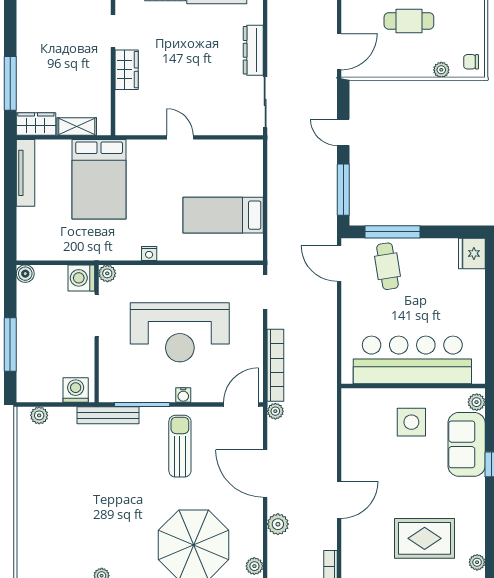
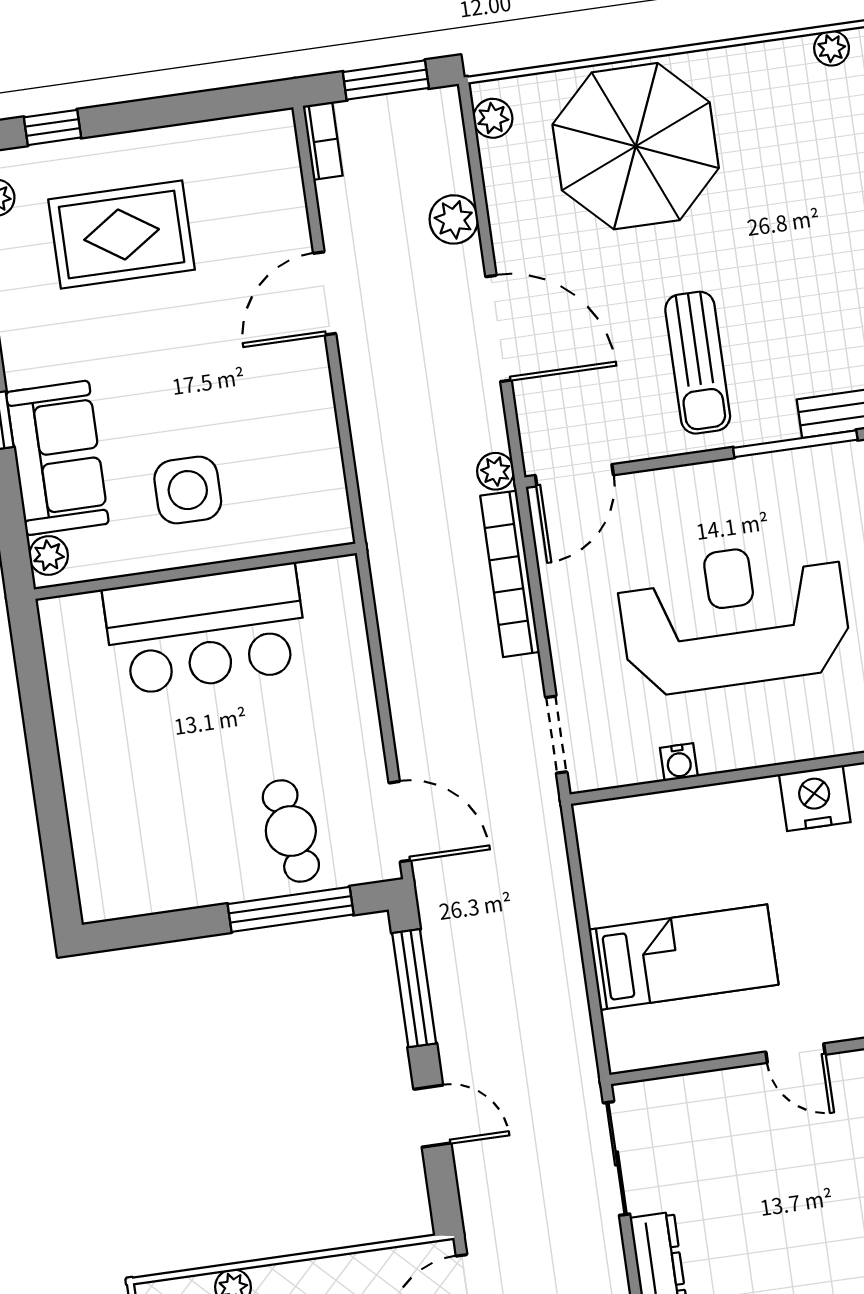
bed: (223, 215) -> (684, 957), moved
fridge: (472, 253) -> (106, 886), removed
nightstand: (149, 254) -> (815, 798), width x1.89, depth x1.79
bar counter: (412, 360) -> (206, 629), width x0.73
water cooler: (183, 395) -> (679, 762), moved, turned 180

